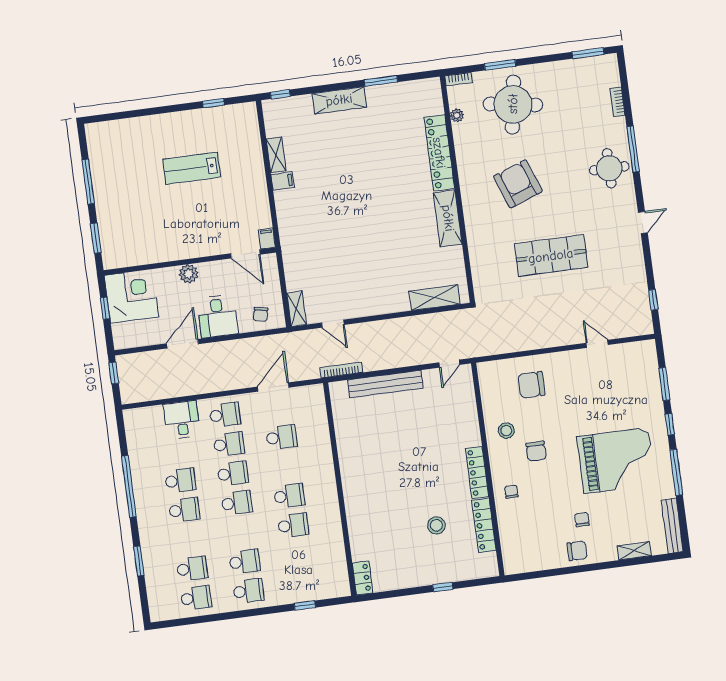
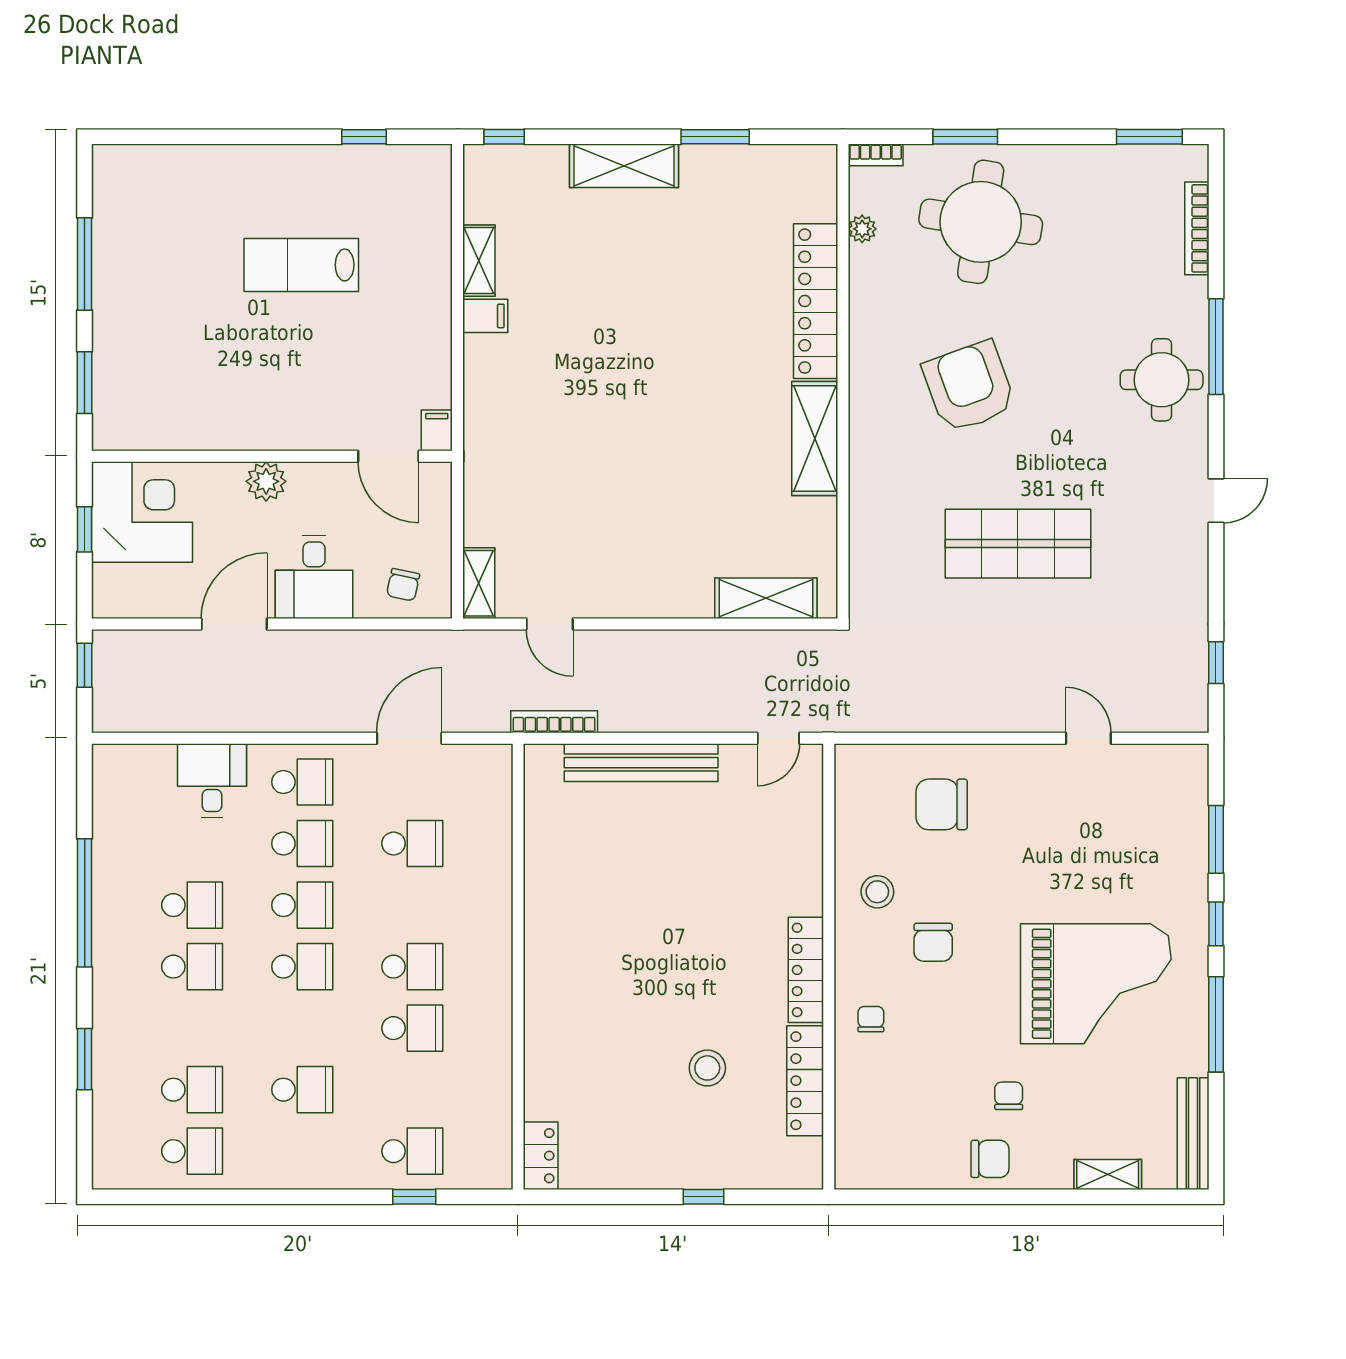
bookcase: (618, 102) -> (1197, 228), width x1.56
school desk: (248, 591) -> (412, 1151), moved

